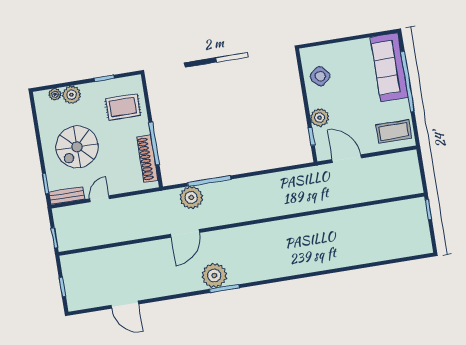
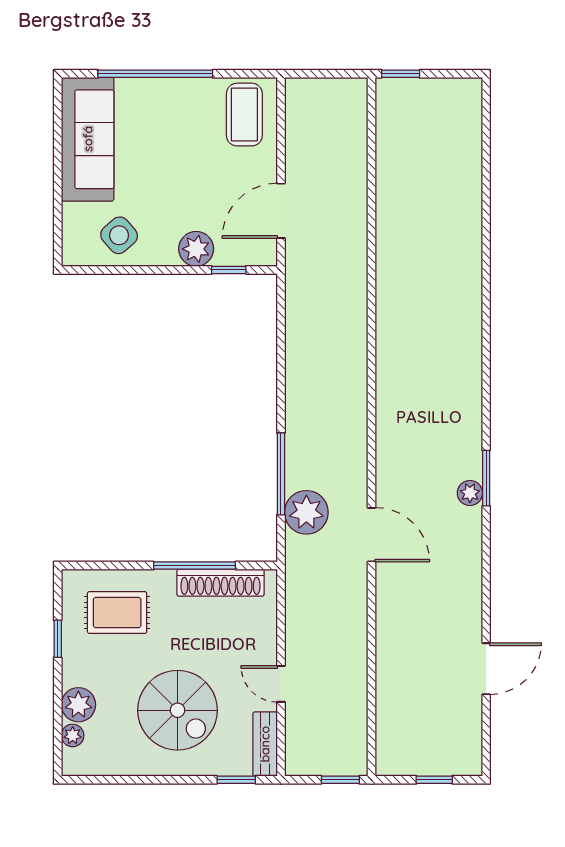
sofa: (389, 67) -> (88, 139), moved, turned -90
rug: (123, 107) -> (117, 613), turned 90
plant: (214, 276) -> (470, 493), width x0.53, depth x0.53

